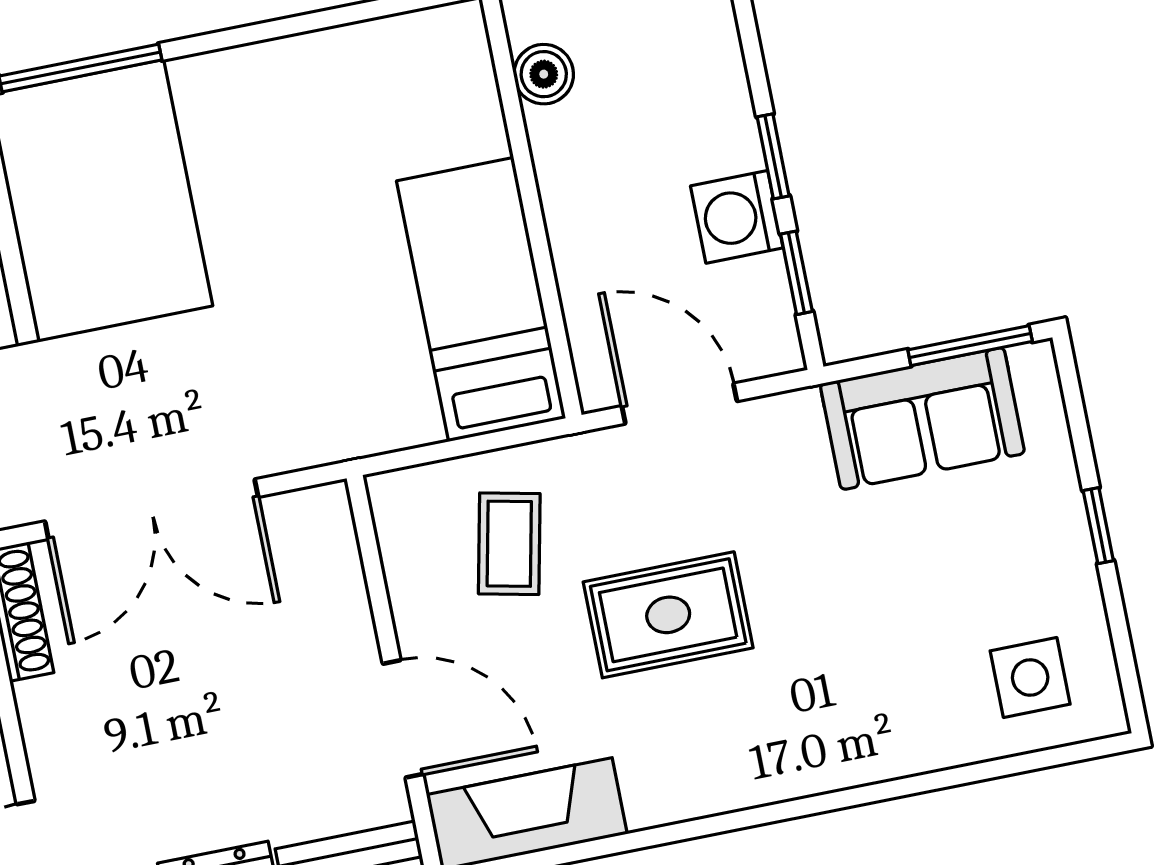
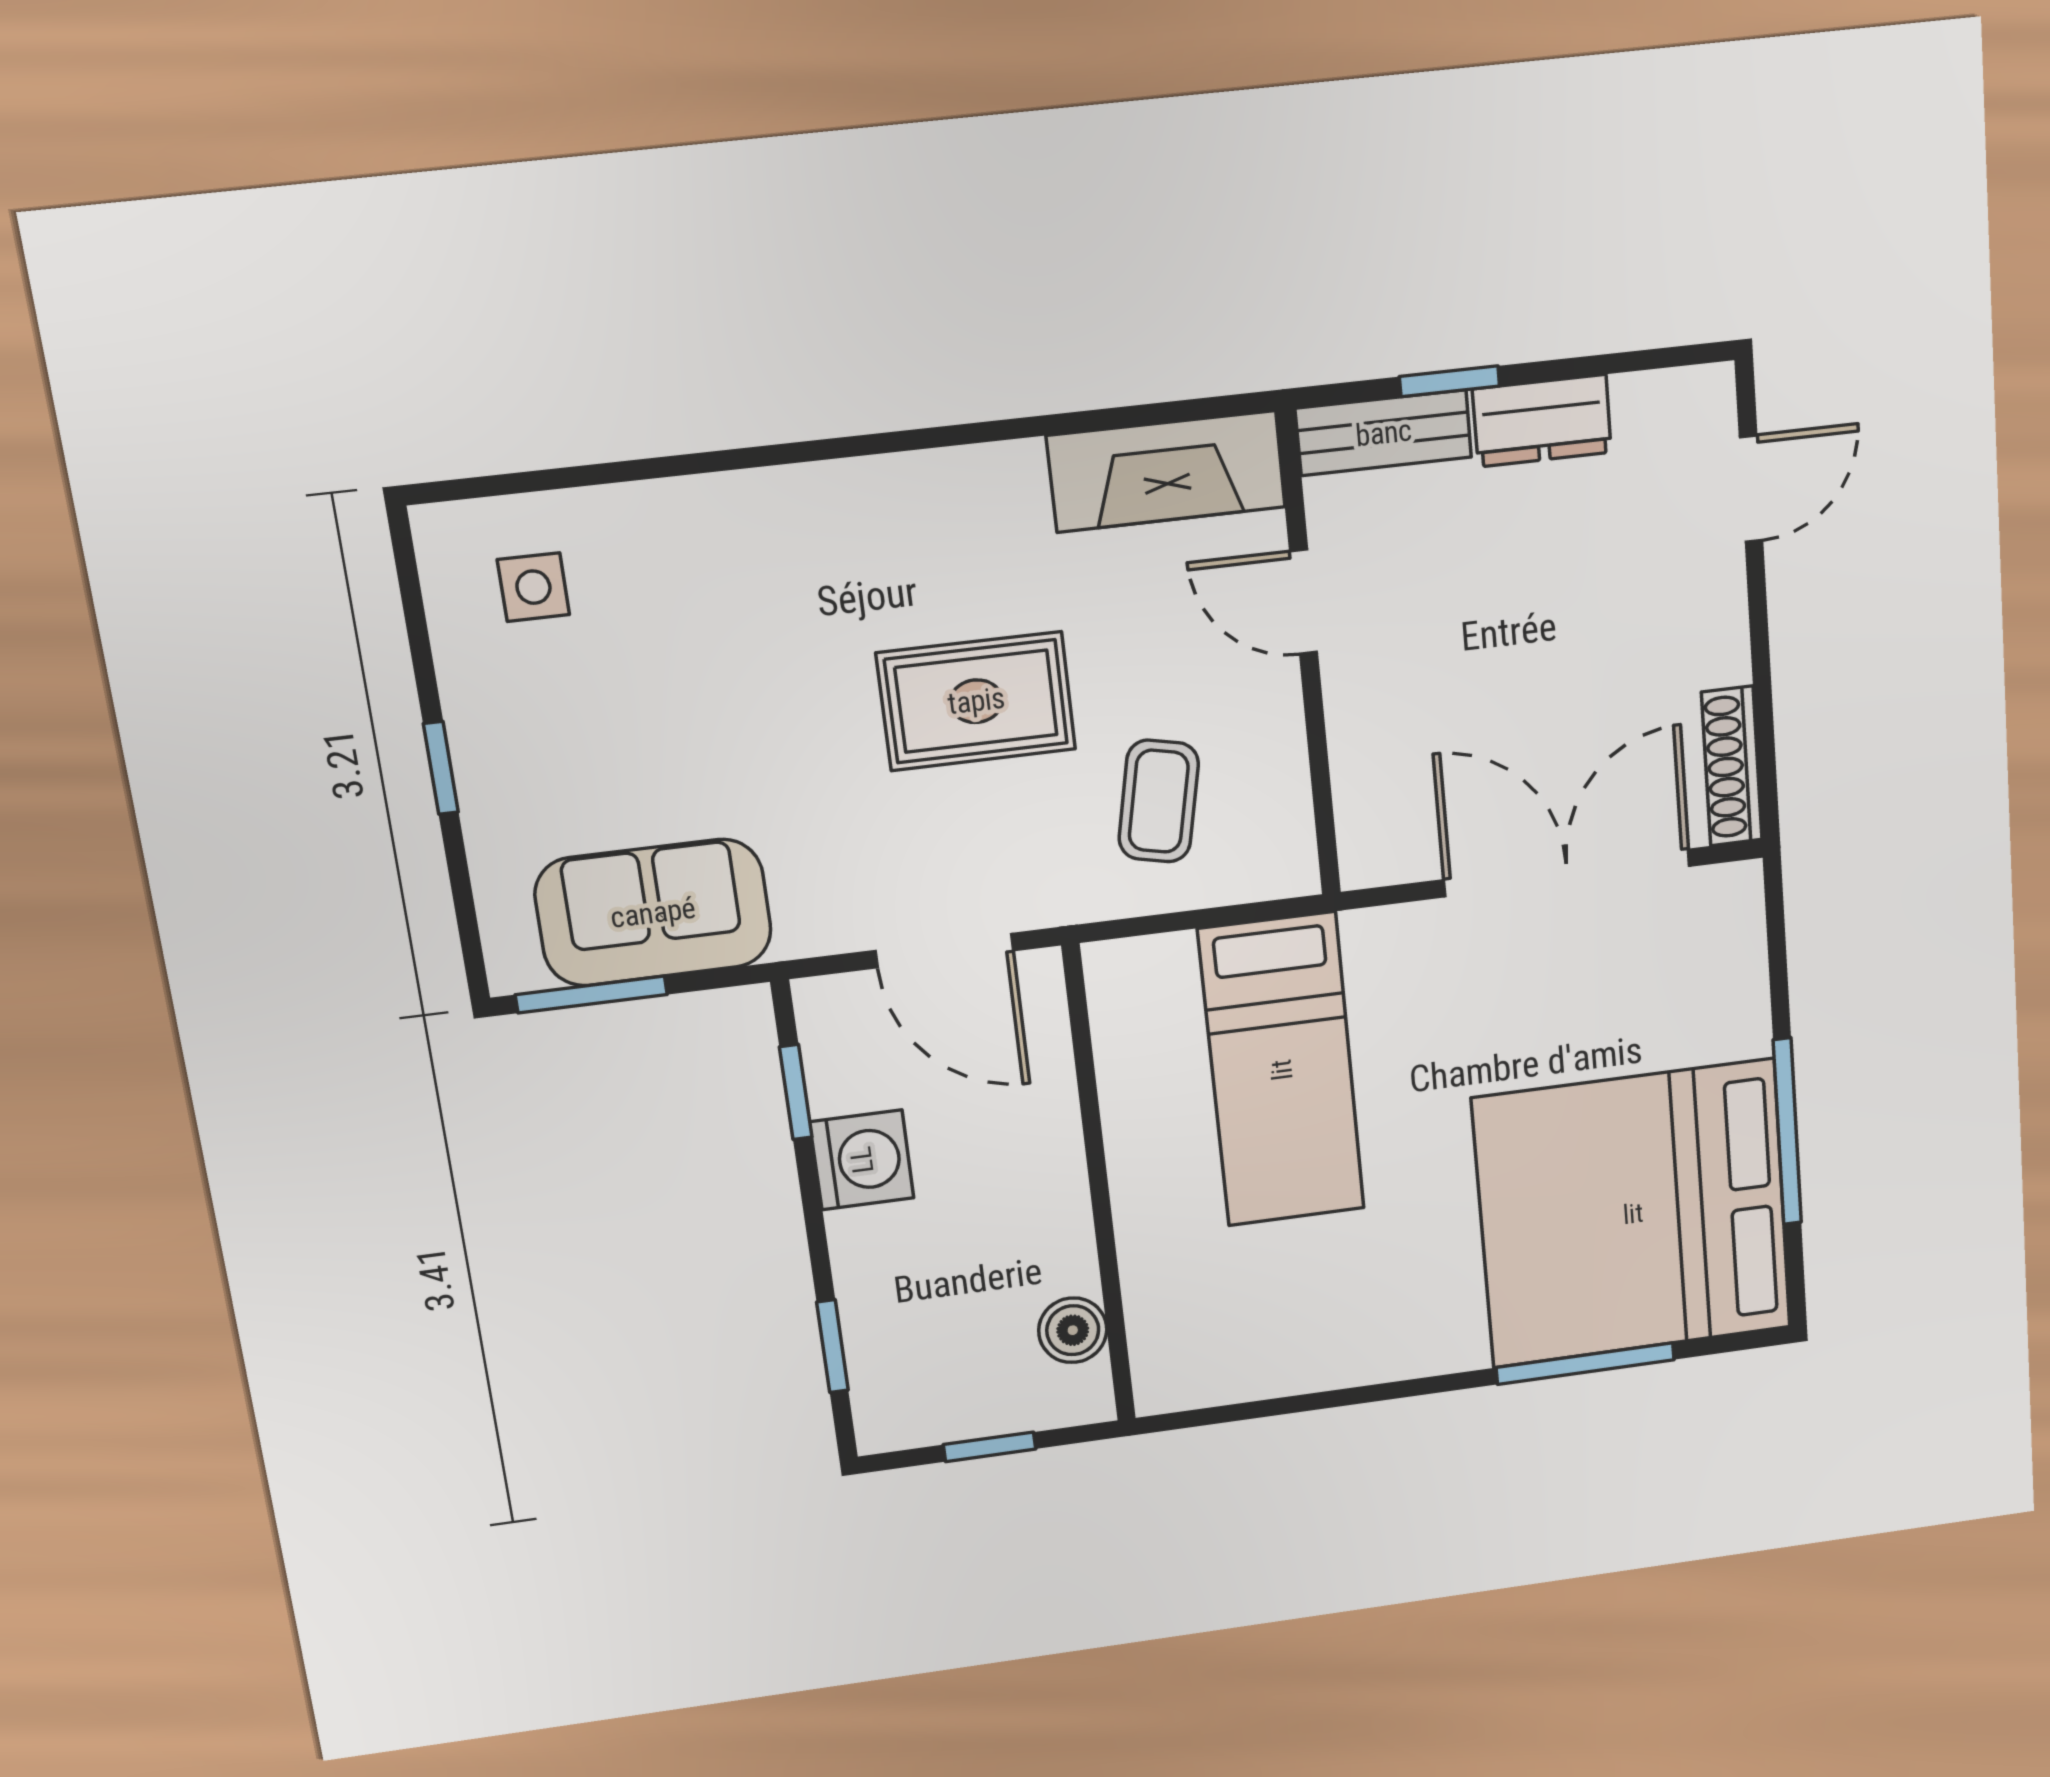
window: (773, 156) -> (832, 1346), moved
bed: (481, 300) -> (1282, 1070), moved
side table: (1030, 677) -> (533, 587), width x0.73, depth x0.73
door: (403, 719) -> (1304, 602), width x0.73

